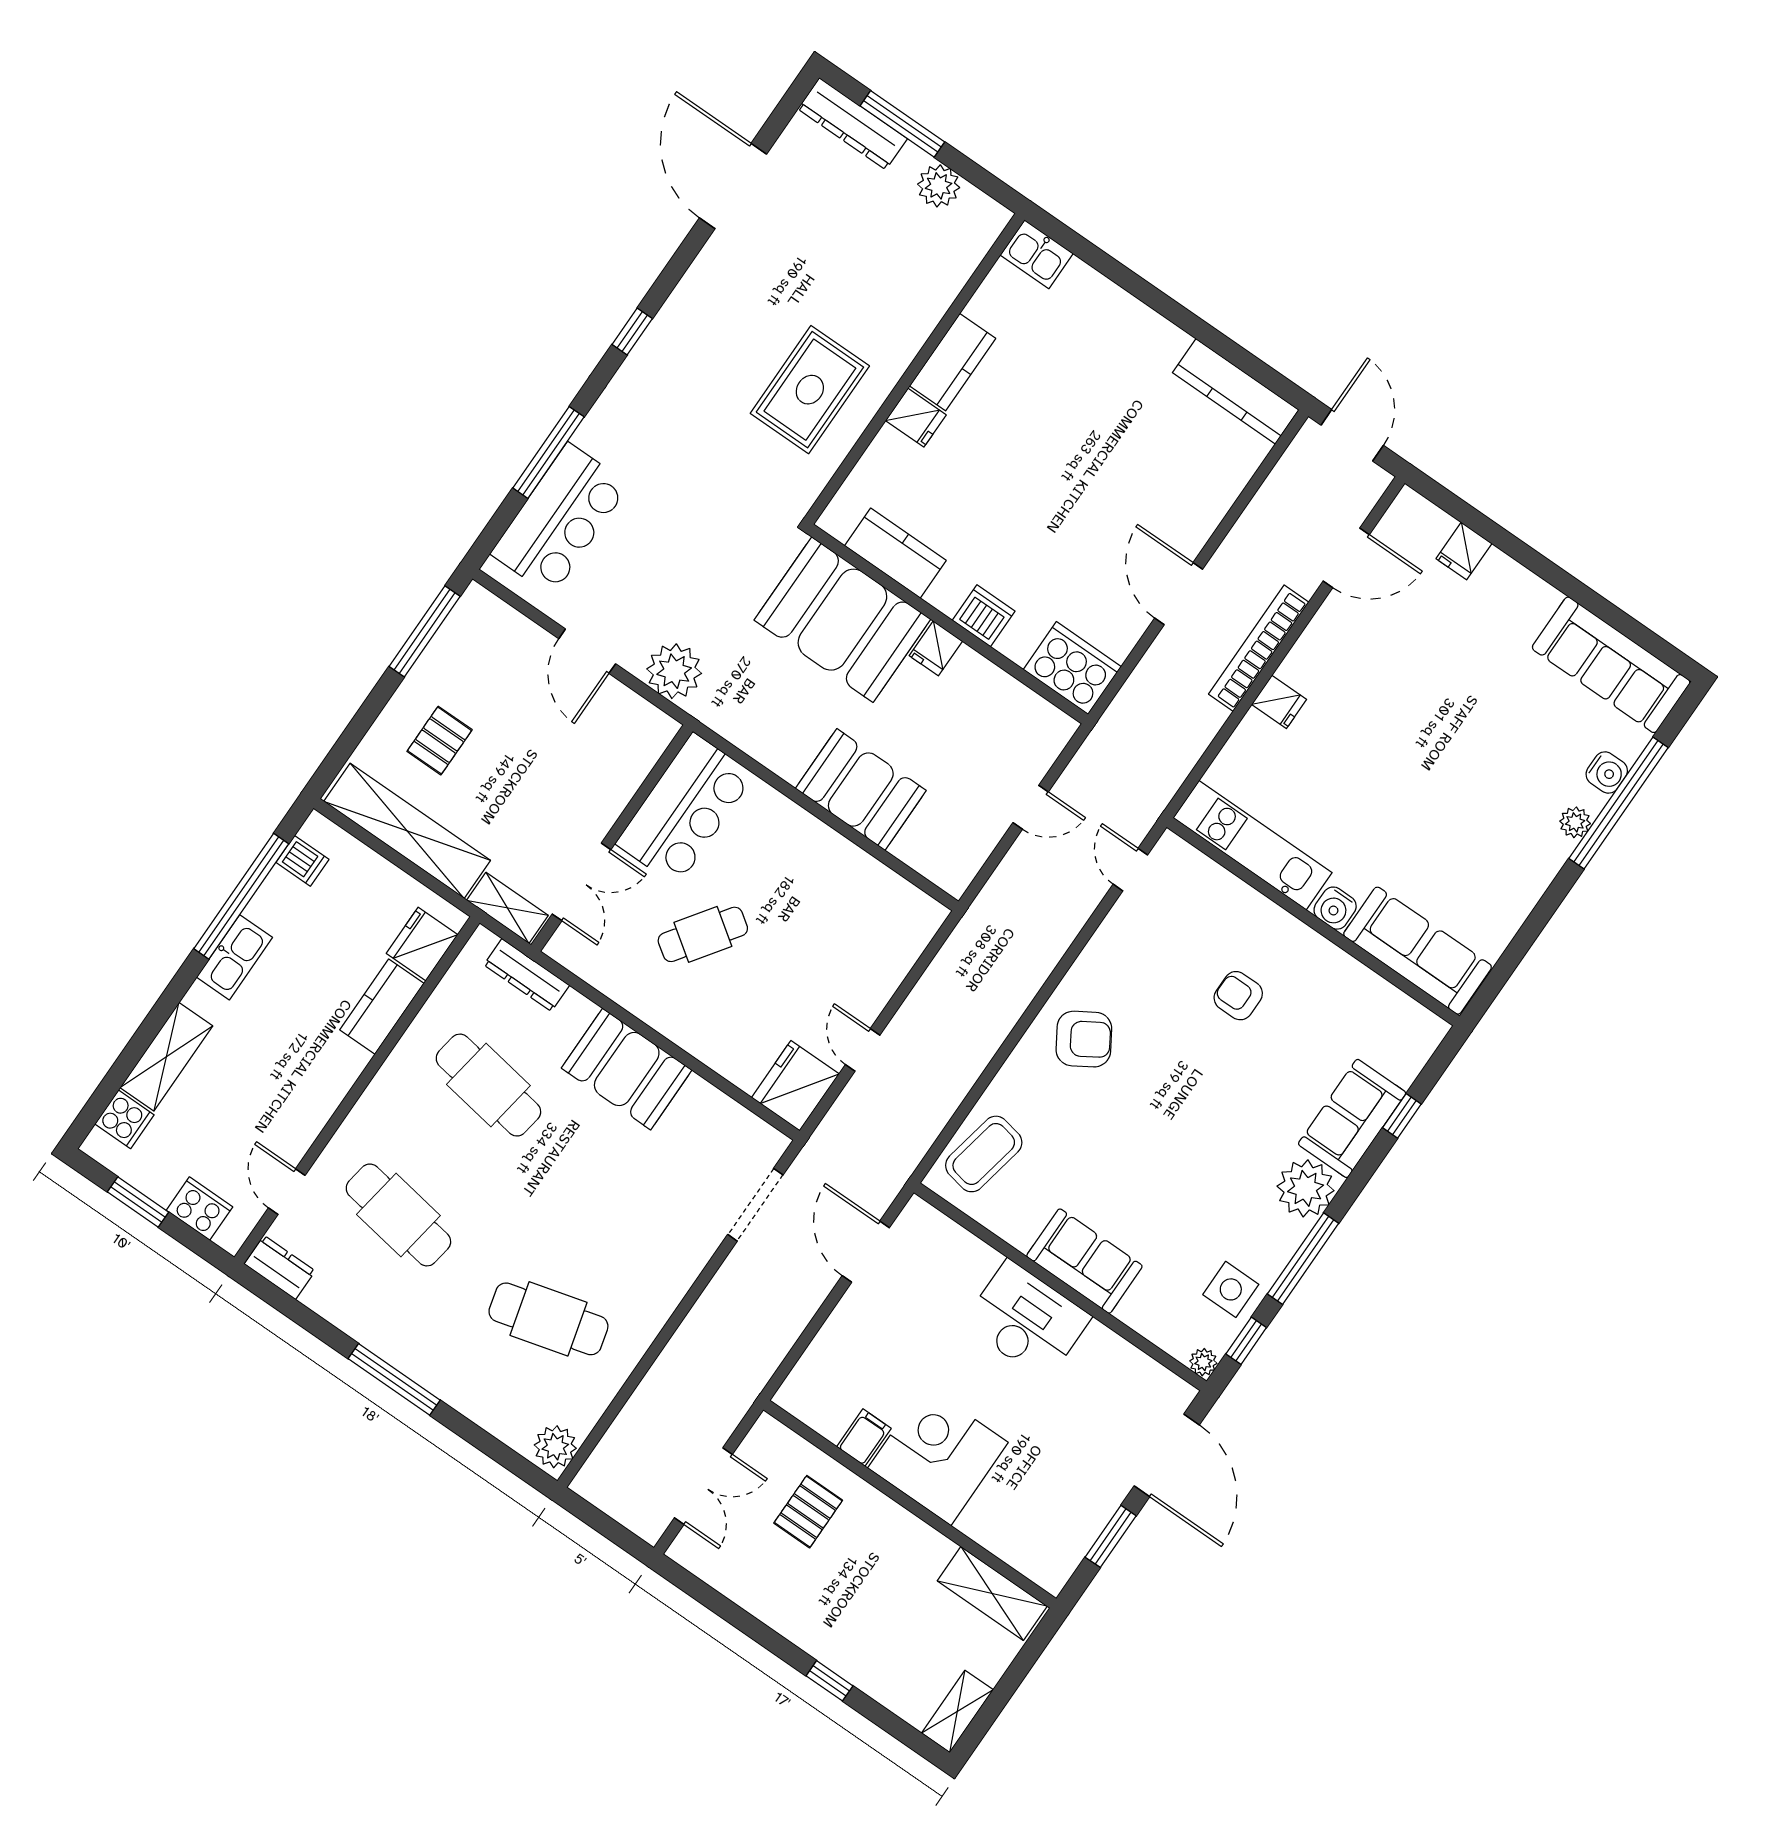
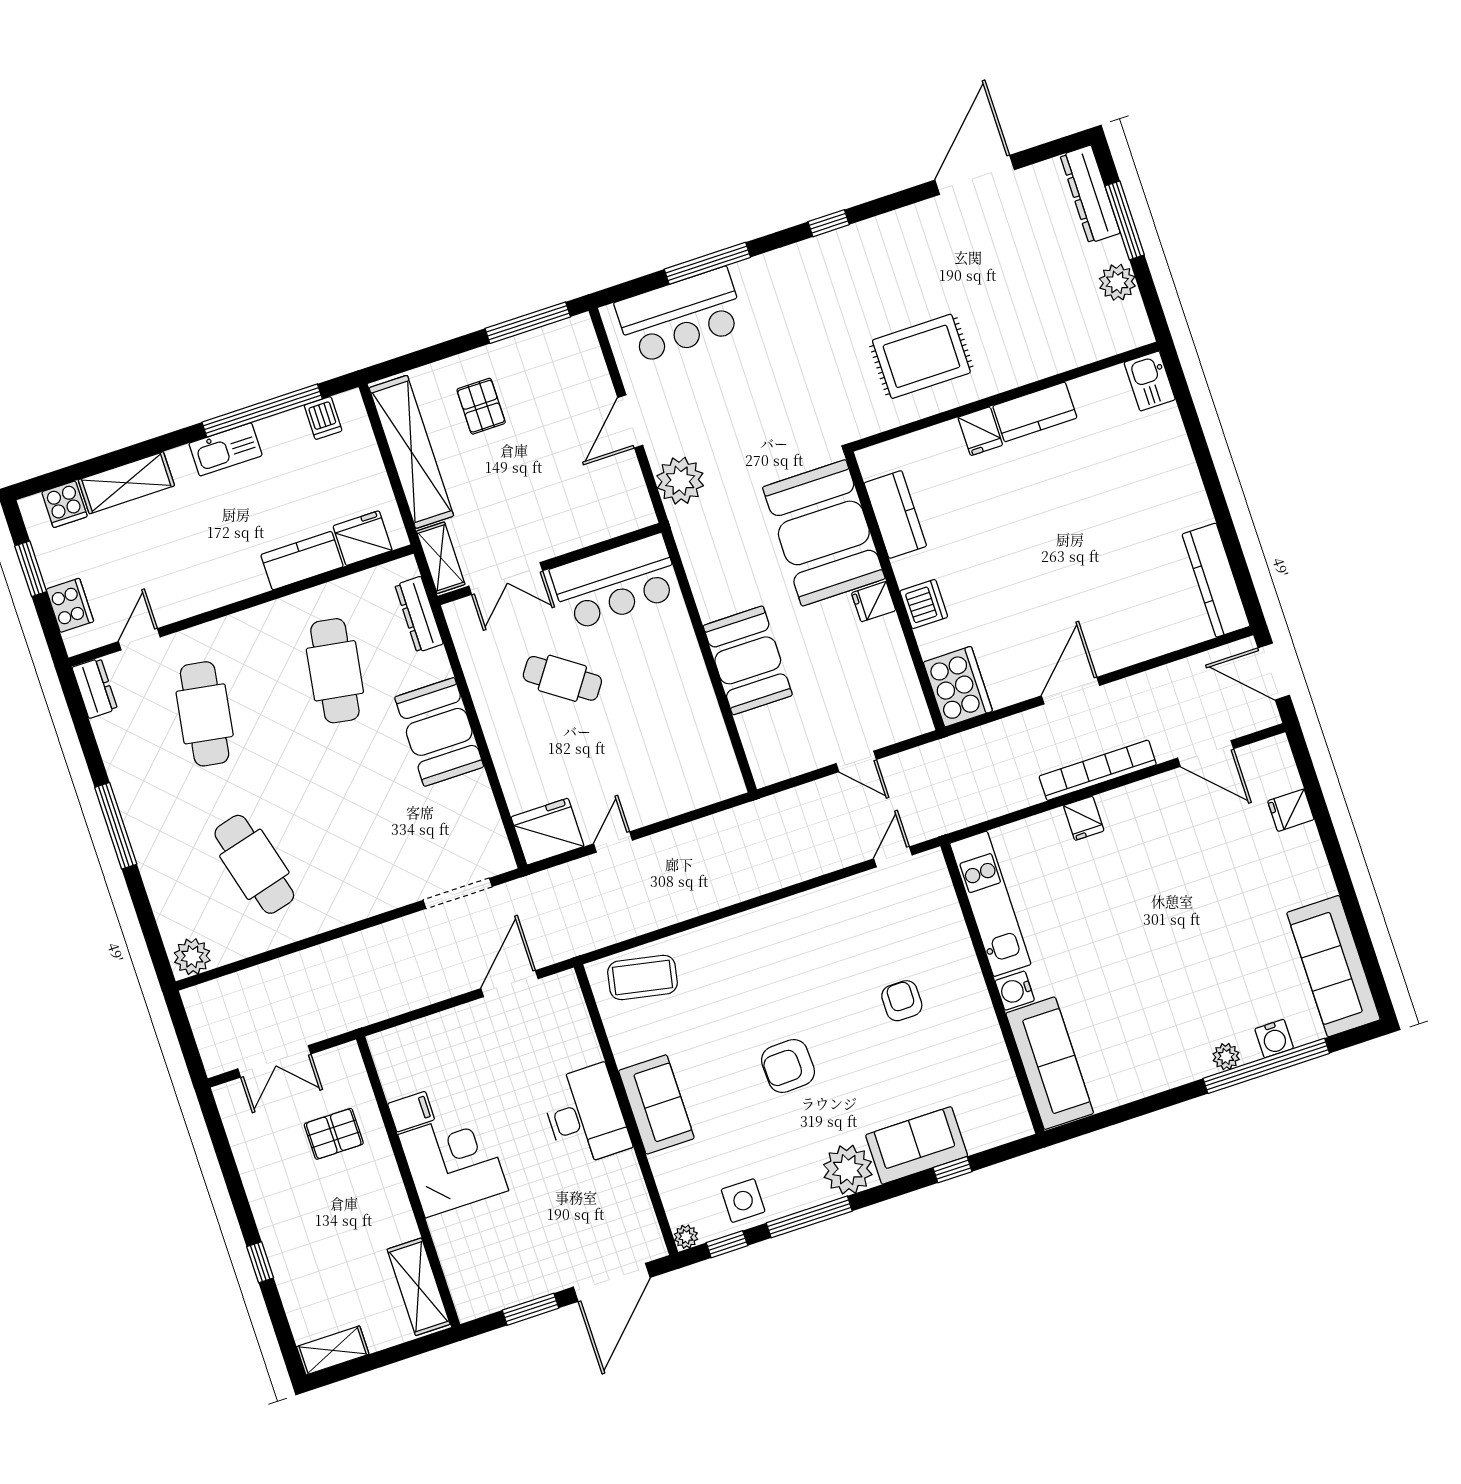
door: (1352, 435) -> (1274, 672), swing flipped
pallet: (440, 741) -> (481, 406), turned 90
armchair: (1084, 1039) -> (788, 1066), moved, turned 120

